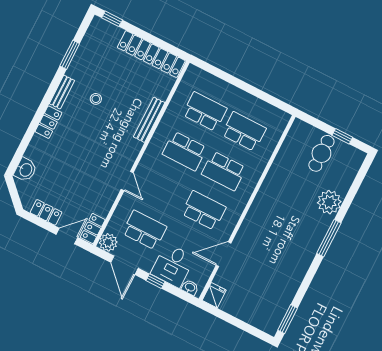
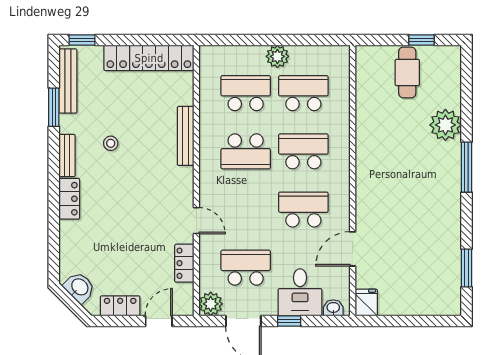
bench: (88, 42) -> (68, 81), added
plant: (239, 98) -> (277, 56), added
washbasin: (25, 170) -> (79, 287), moved, turned -45
school desk: (224, 171) -> (303, 151), turned 180
locker: (93, 228) -> (184, 263), moved
window: (288, 319) -> (466, 268), moved

